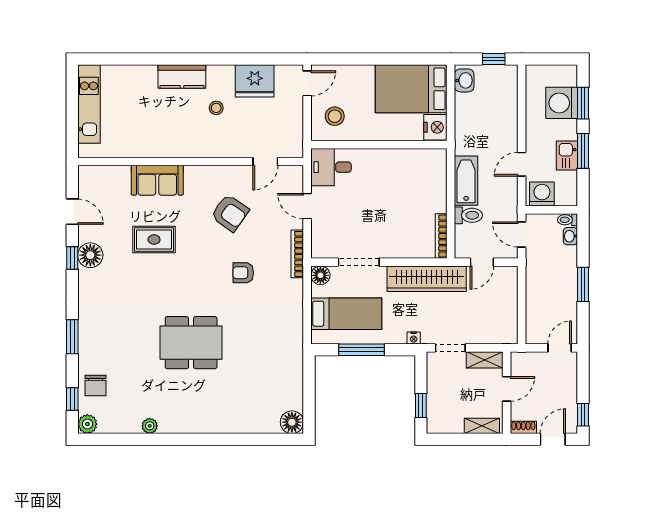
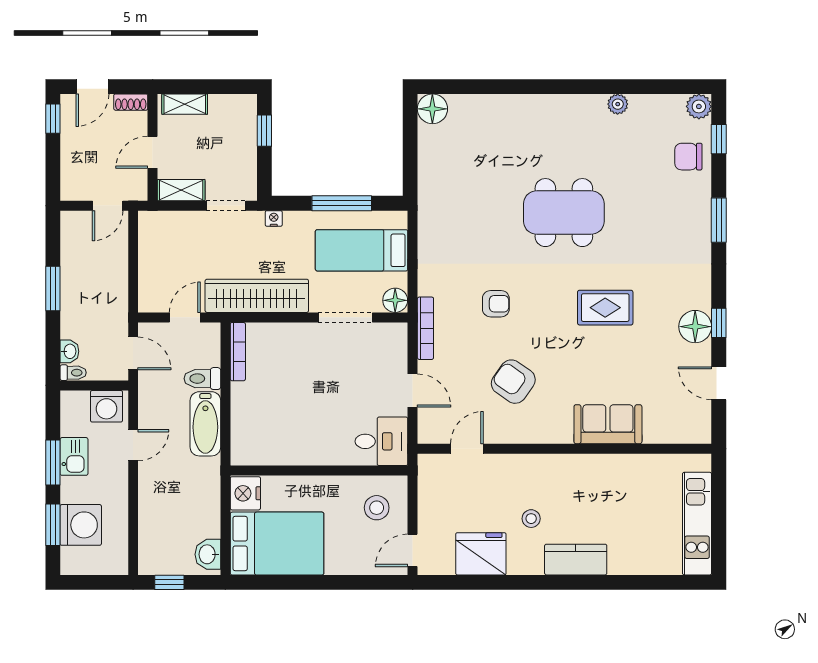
rug: (154, 240) -> (605, 308), moved
door: (560, 348) -> (108, 206), moved
chair: (95, 386) -> (688, 157), turned -90

